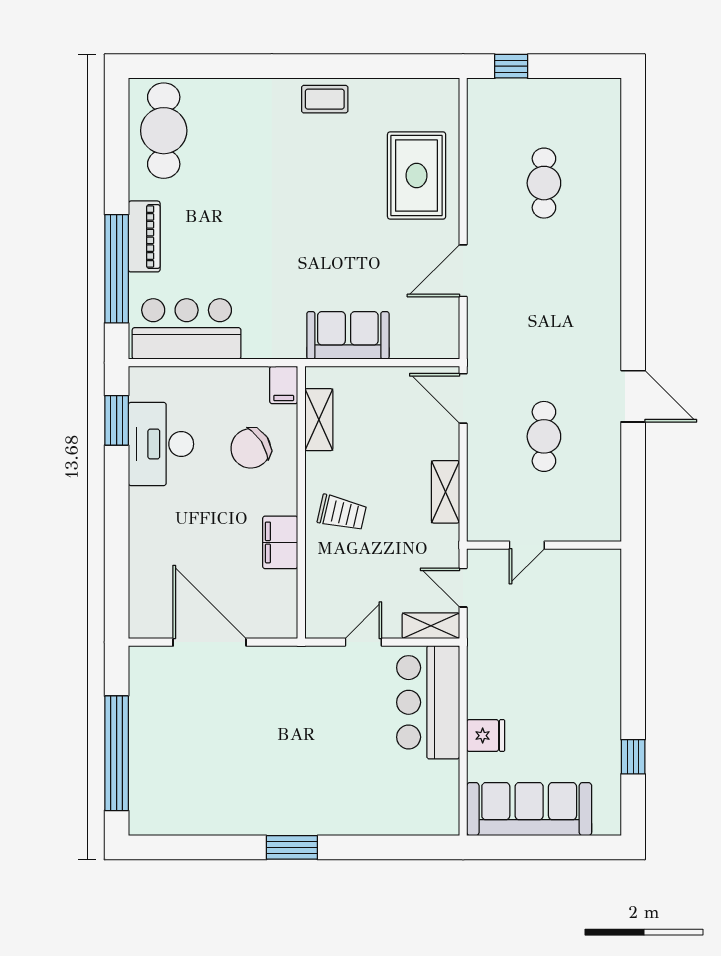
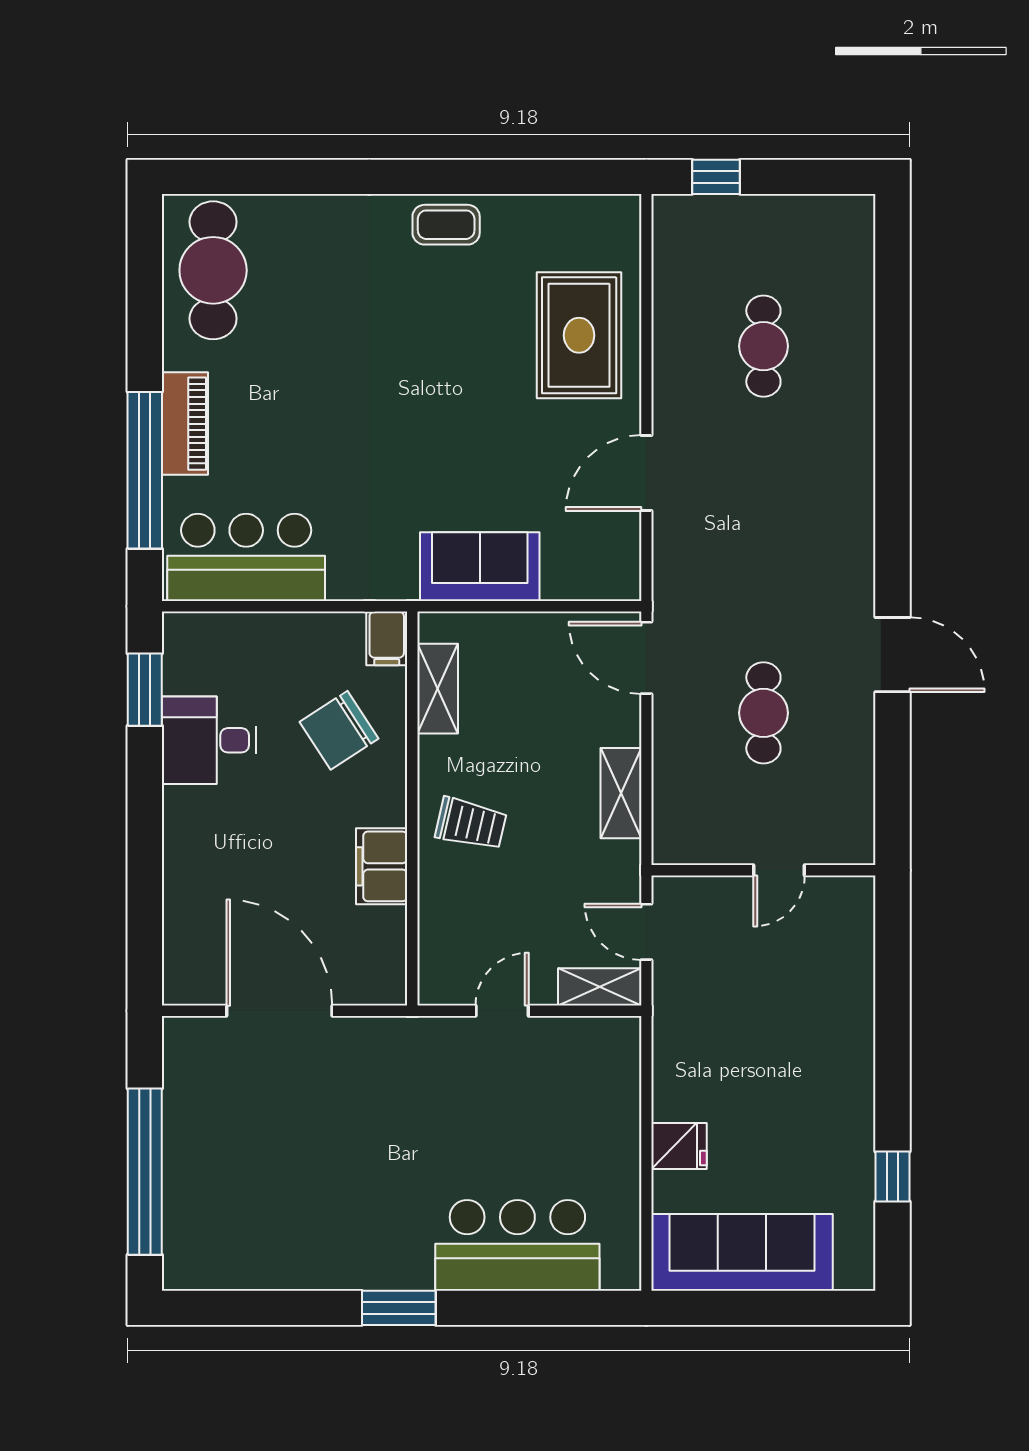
desk: (161, 444) -> (209, 740), width x0.73
door: (527, 545) -> (779, 870), moved
bar counter: (428, 702) -> (517, 1245), moved, turned 90

